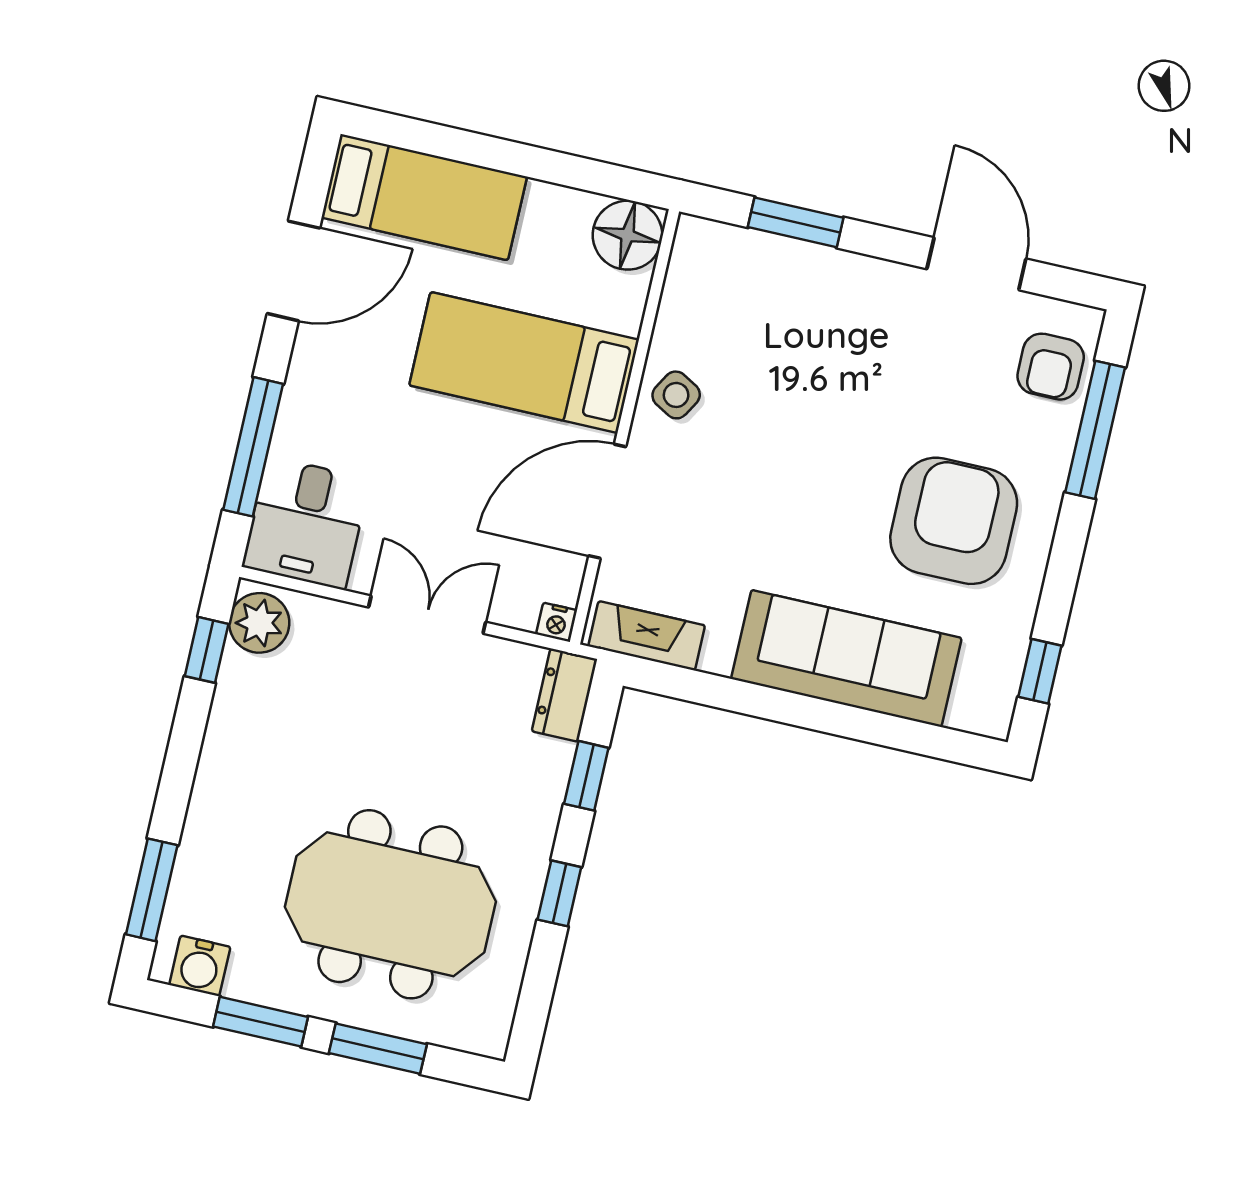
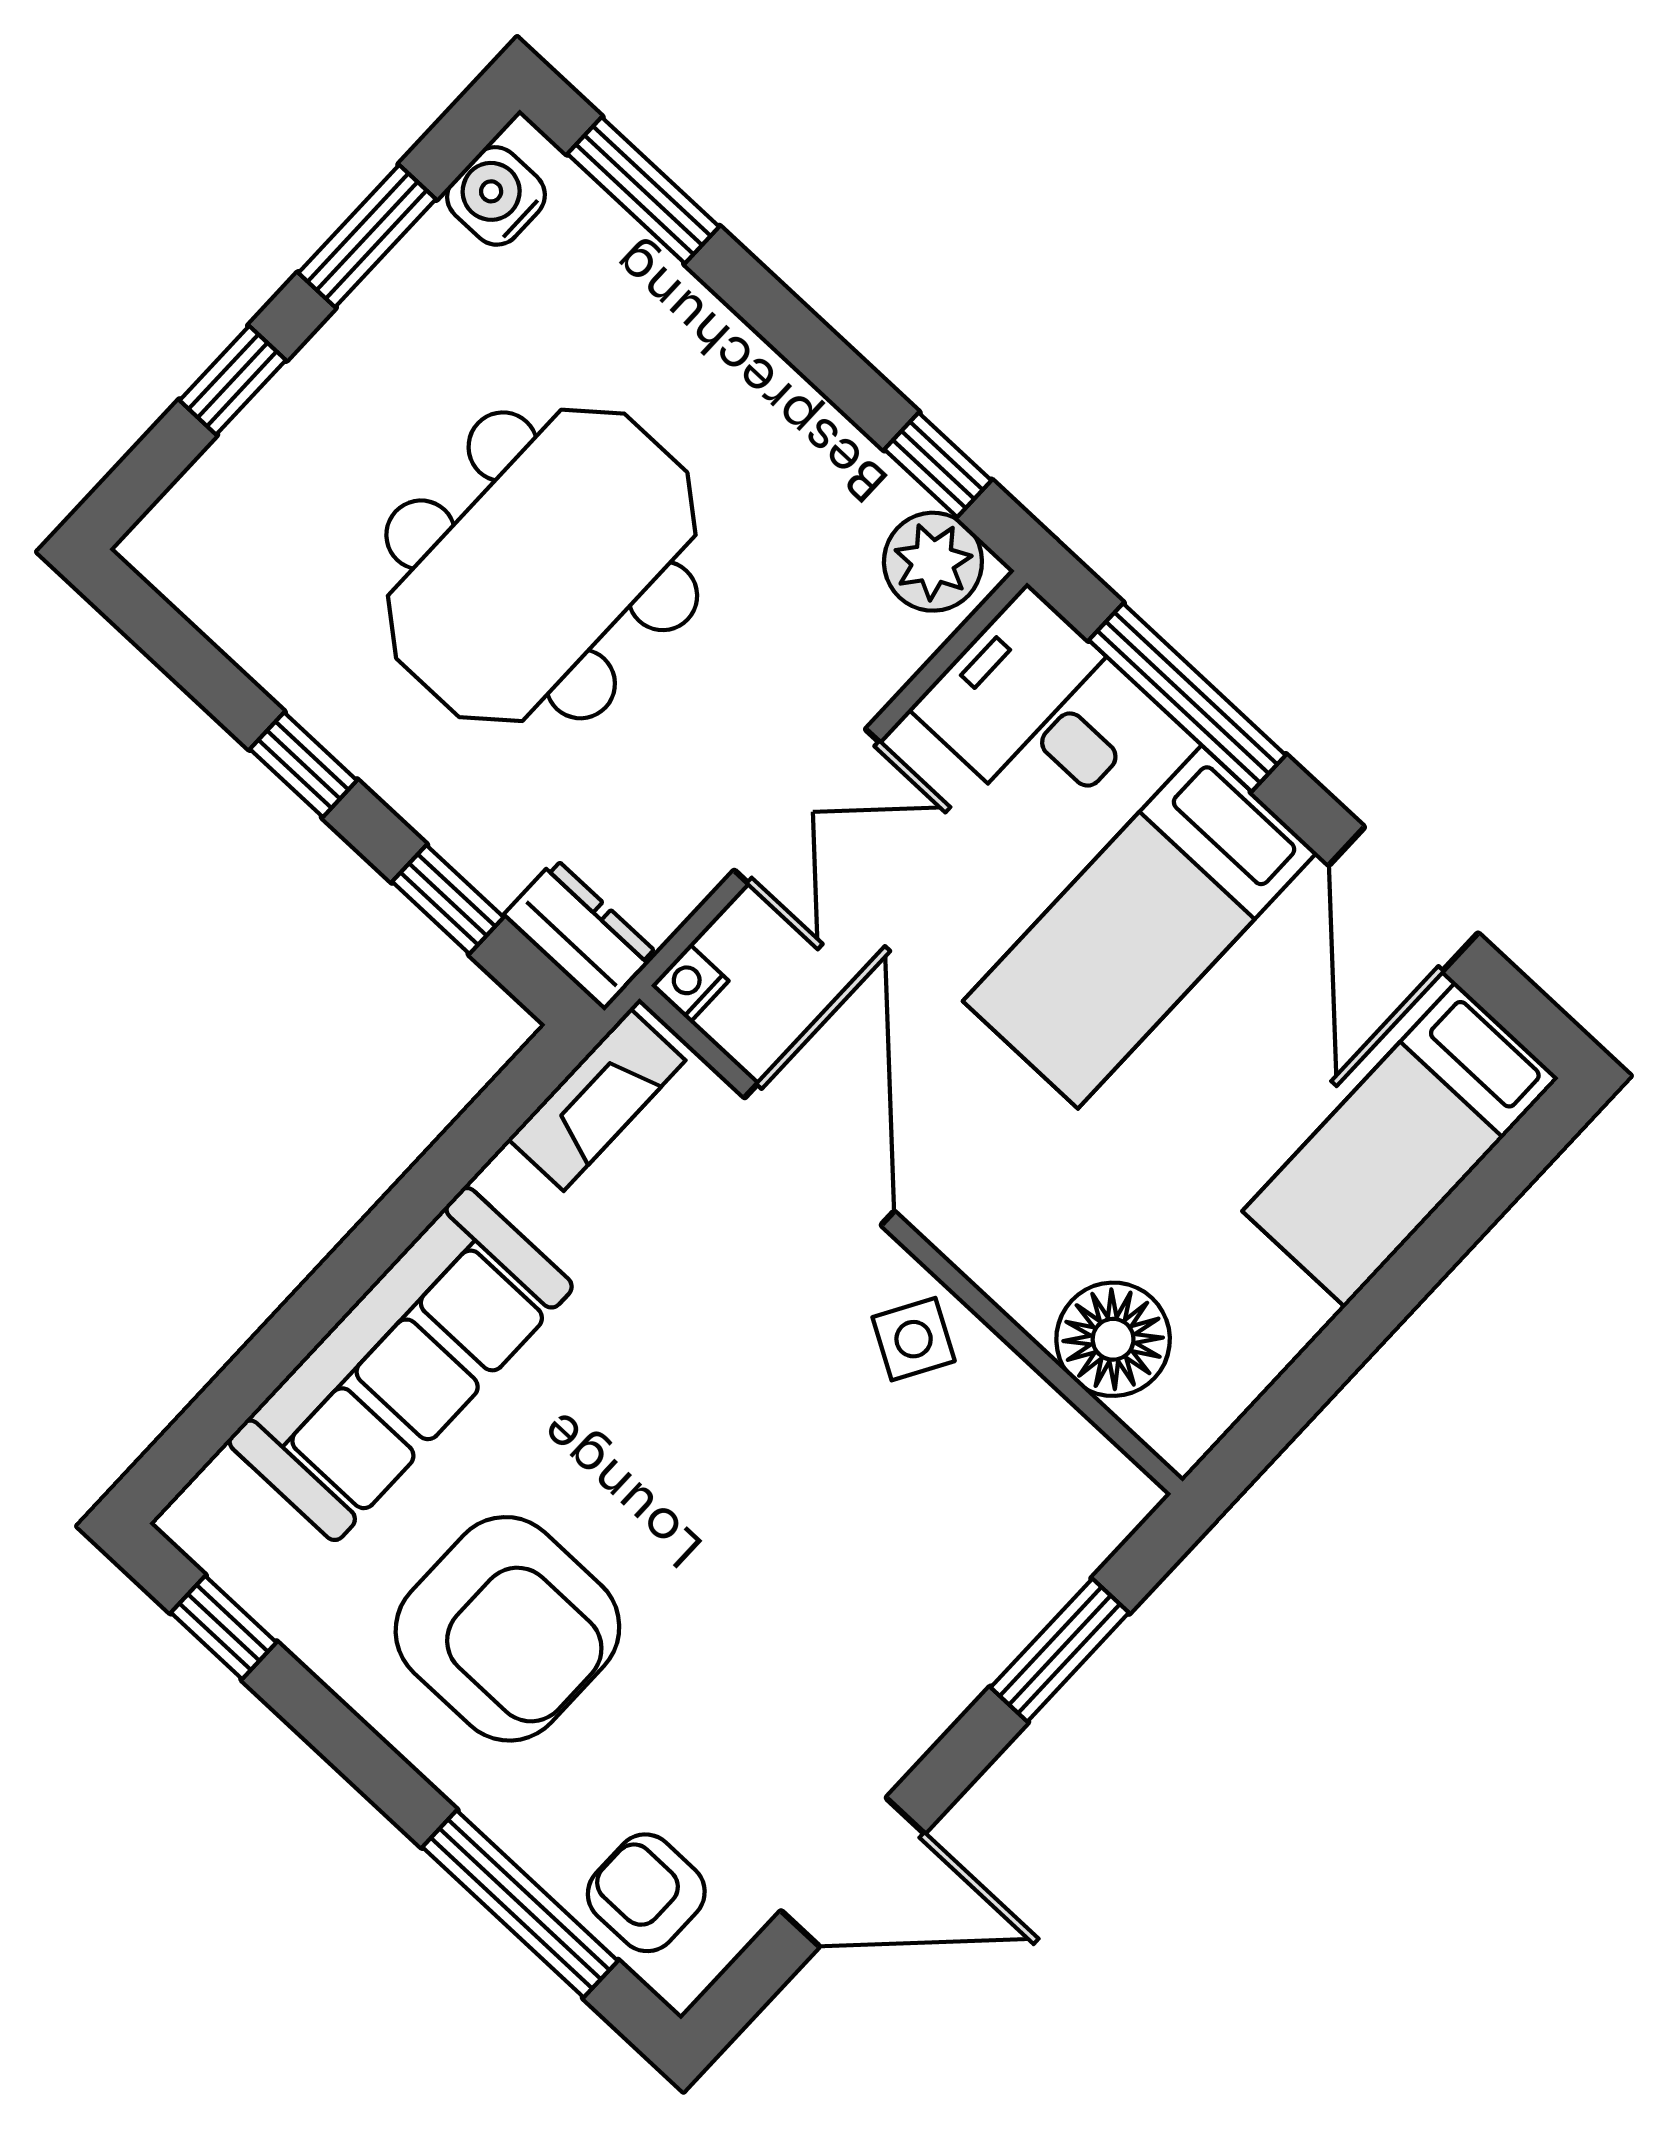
floor lamp: (627, 235) -> (1113, 1339), moved
bed: (524, 363) -> (1140, 927), moved, turned 180
meeting table: (390, 904) -> (542, 565), moved
window: (378, 1049) -> (233, 380), width x0.67

